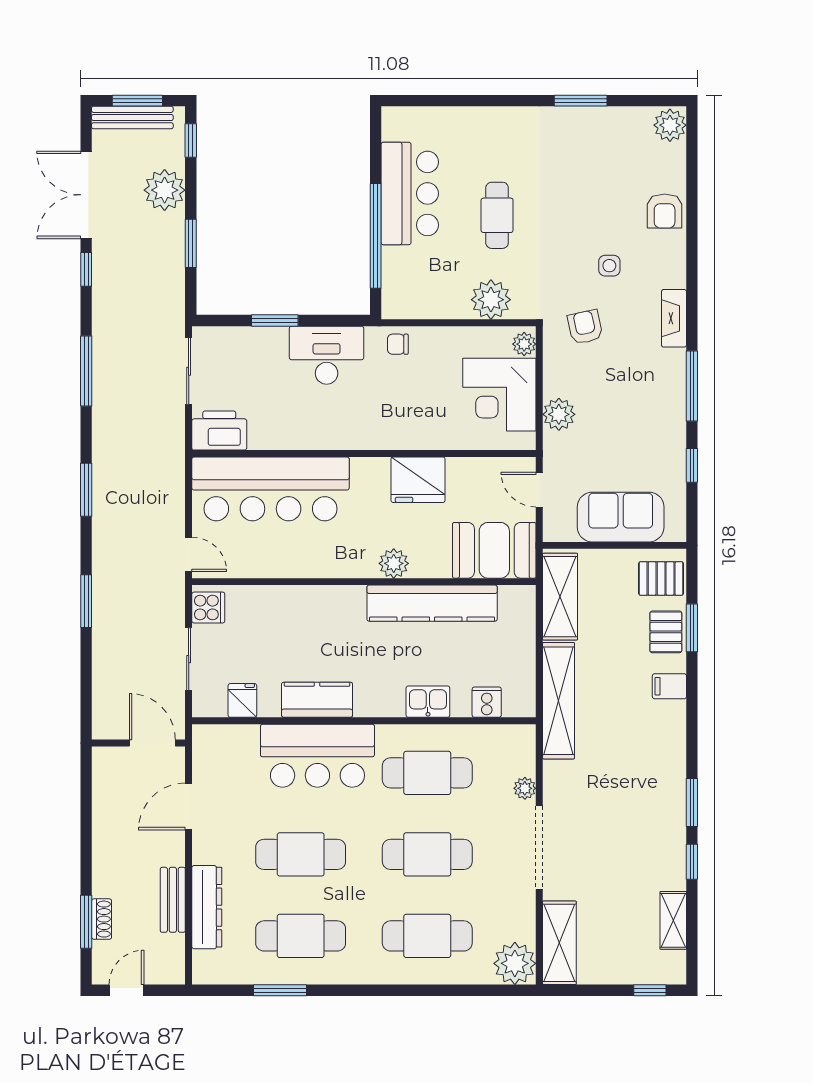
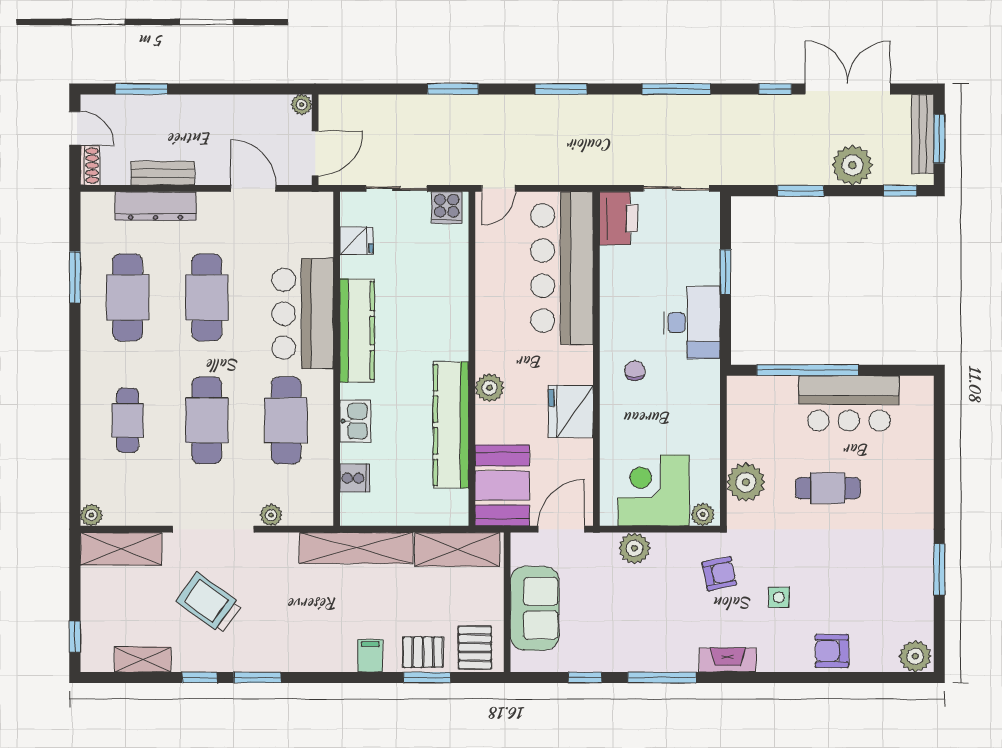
chair: (398, 344) -> (635, 371), moved
door: (539, 490) -> (561, 529), width x1.38
kitchen counter: (317, 700) -> (357, 330), width x1.50
plant: (102, 757) -> (302, 105), added
trolley: (615, 852) -> (209, 603), added
shoe rack: (102, 919) -> (90, 165), moved, turned -90
cafe table: (427, 936) -> (128, 420), width x0.73, depth x0.74
plant: (515, 963) -> (91, 515), width x0.53, depth x0.53

